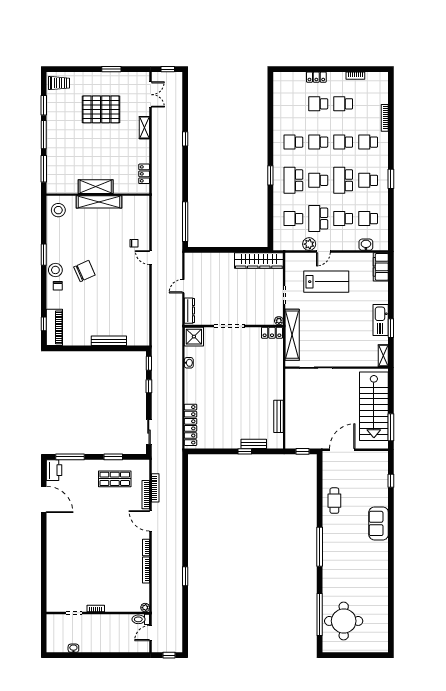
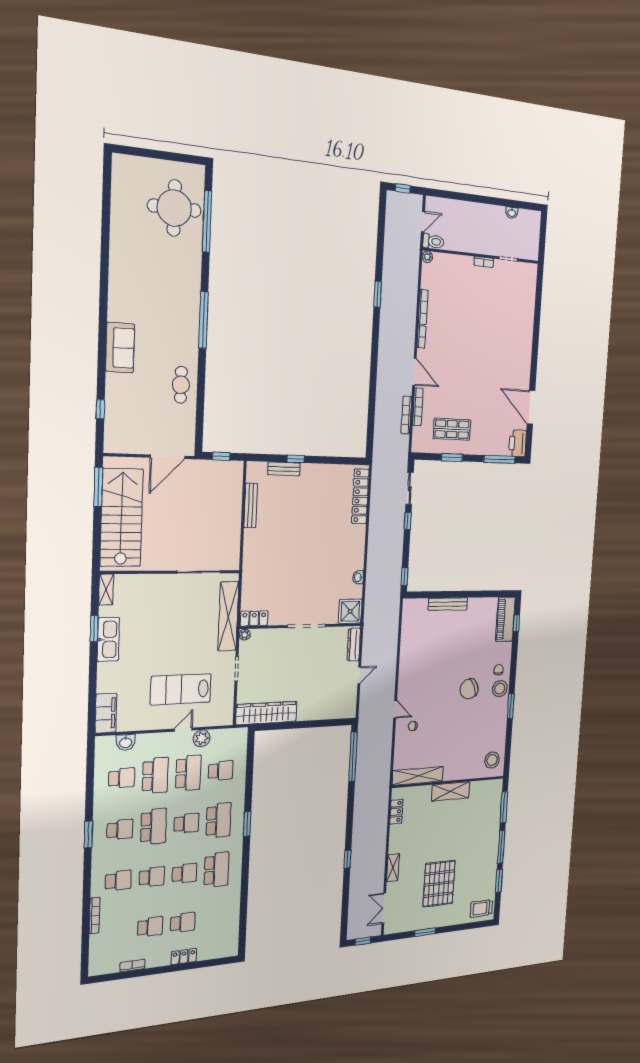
pallet: (101, 109) -> (439, 884), turned 90
school desk: (293, 142) -> (217, 870), width x1.85
shelving: (99, 202) -> (418, 776), moved
school desk: (343, 219) -> (155, 775), width x1.85
window: (149, 386) -> (408, 521), moved

